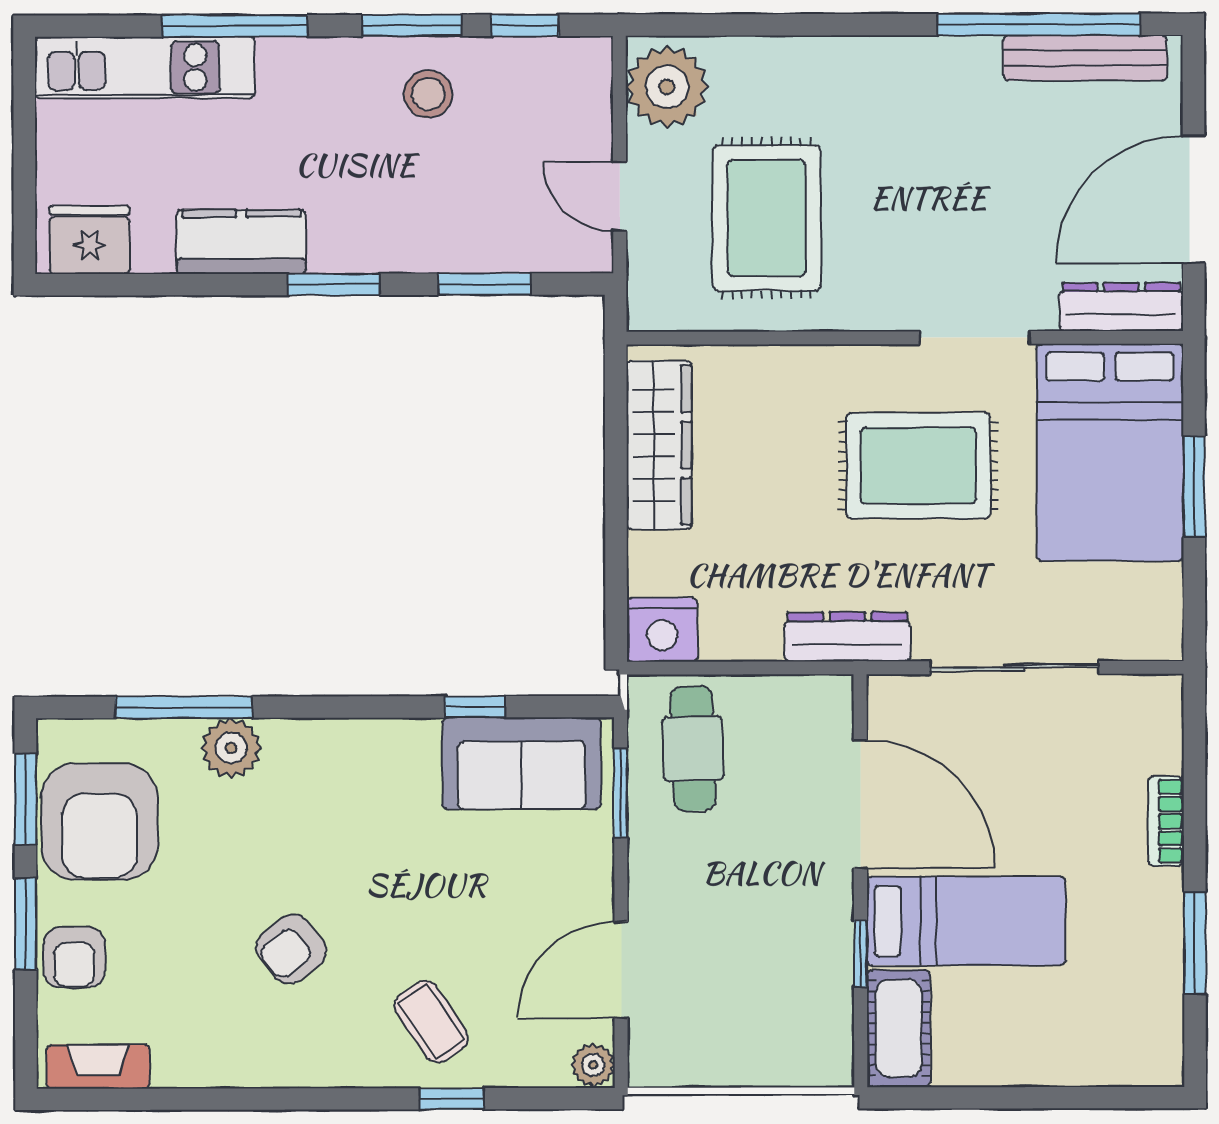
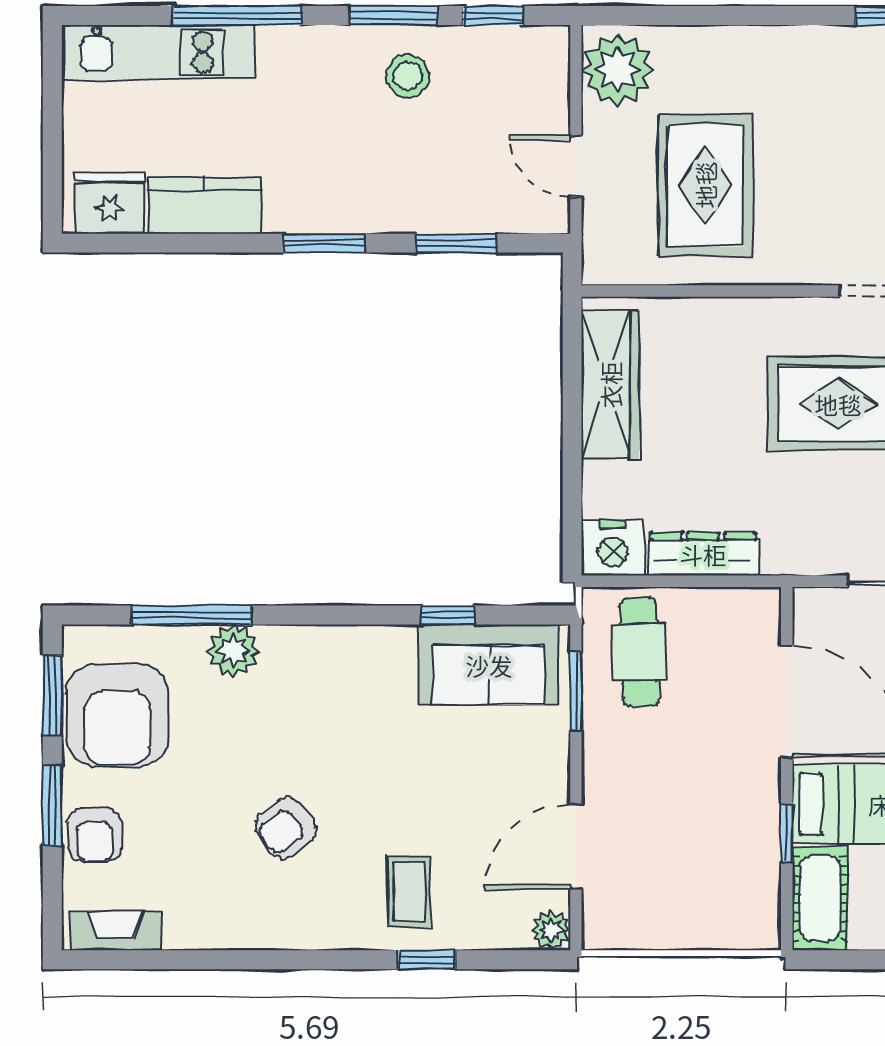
kitchen counter: (241, 242) -> (205, 205), moved
dresser: (847, 637) -> (703, 554), moved
coffee table: (431, 1022) -> (409, 892), turned 34

